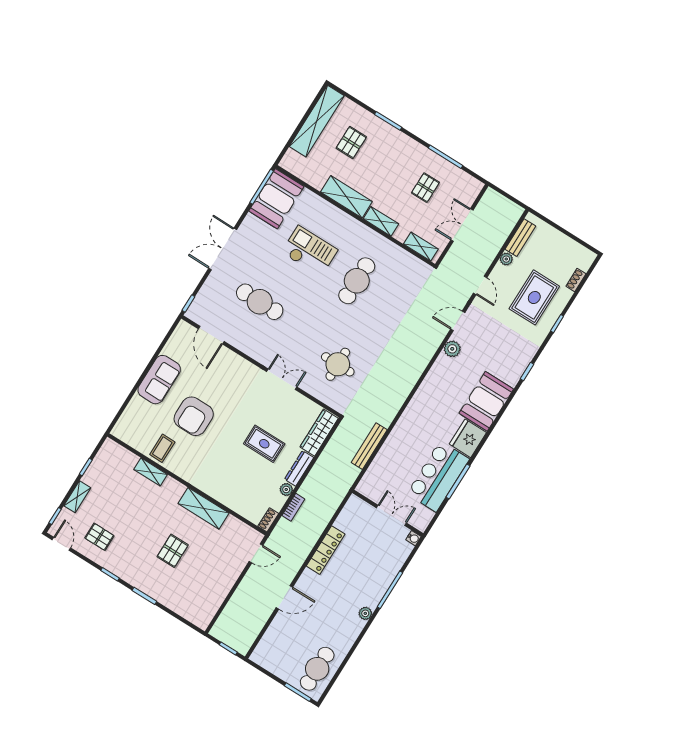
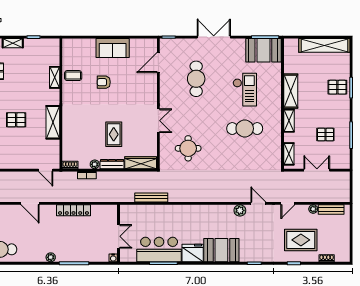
pallet: (351, 143) -> (337, 87), moved
armchair: (194, 416) -> (104, 82), width x0.53, depth x0.53

